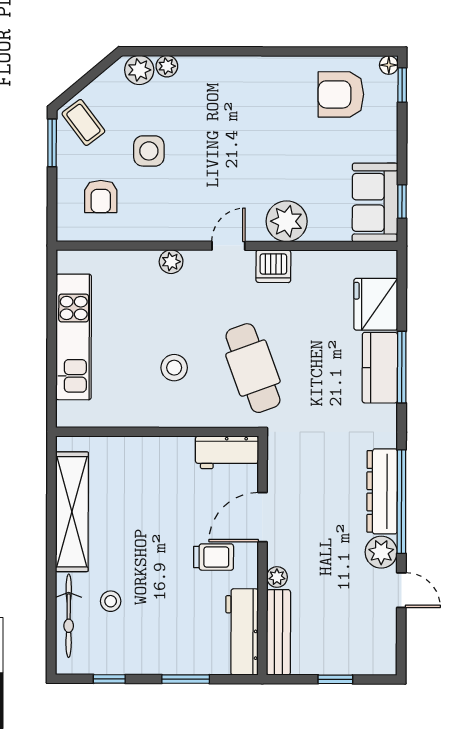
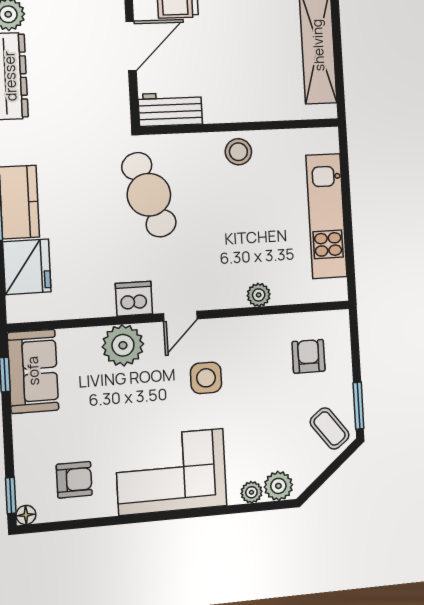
corner sofa: (246, 94) -> (171, 472), added
armchair: (341, 94) -> (74, 480), width x0.72, depth x0.72
side table: (149, 151) -> (206, 378), moved
plant: (171, 262) -> (259, 295), moved
stool: (174, 368) -> (238, 152), moved

